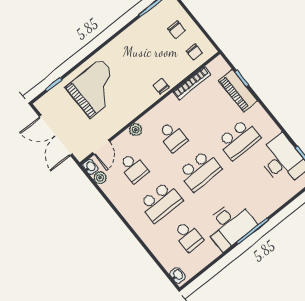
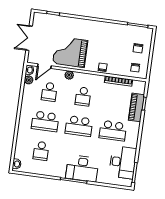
grand piano: (95, 88) -> (70, 52), moved, turned 180
double door: (56, 135) -> (29, 38), width x0.73
desk: (230, 225) -> (82, 168), moved

